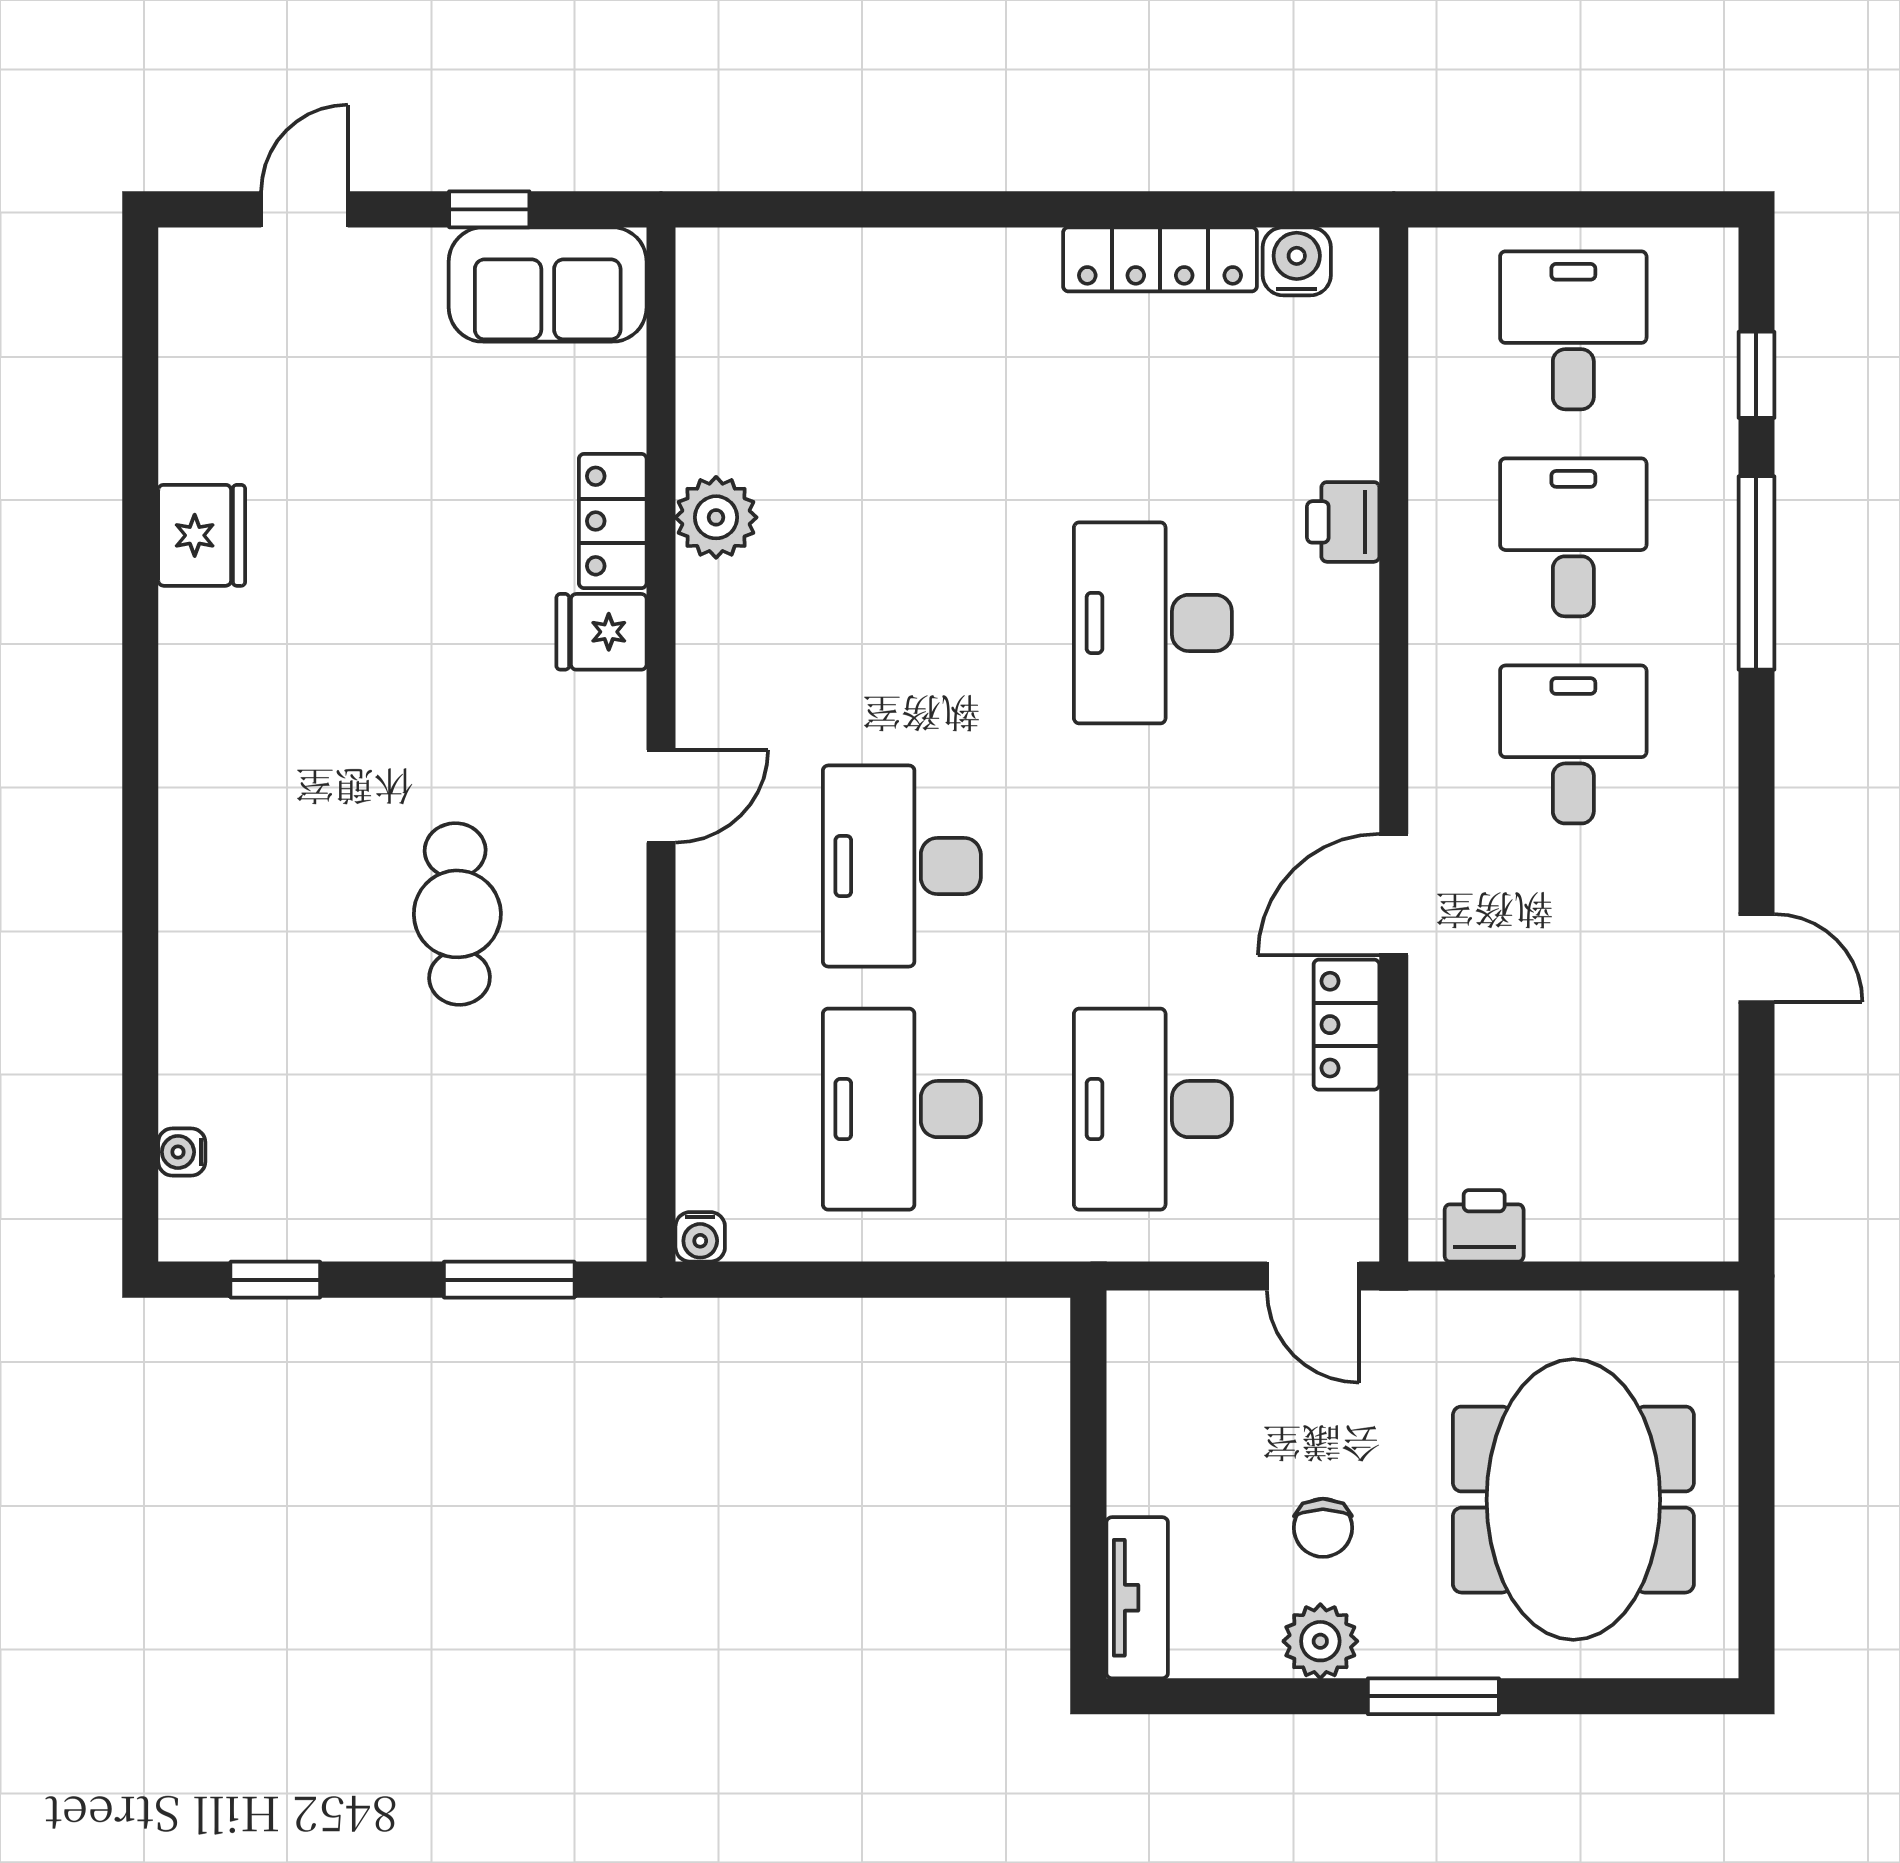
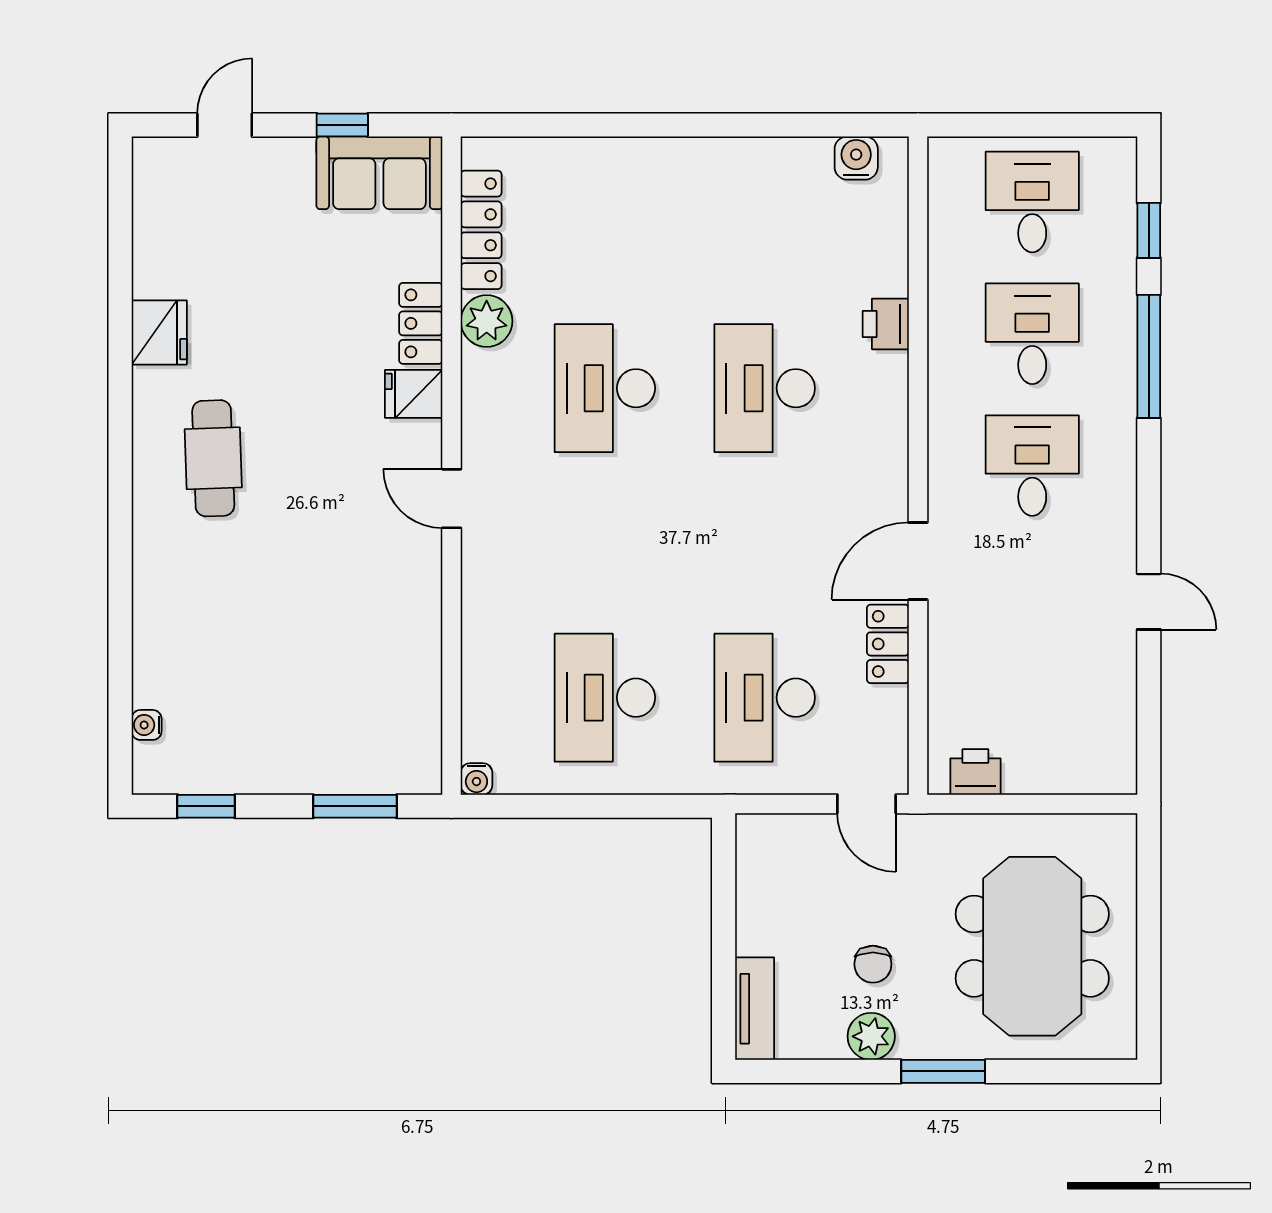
locker: (1160, 259) -> (481, 230), moved, turned -90
door: (661, 796) -> (452, 499), swing flipped
desk: (902, 866) -> (605, 388), moved
cafe table: (457, 914) -> (213, 458), moved

